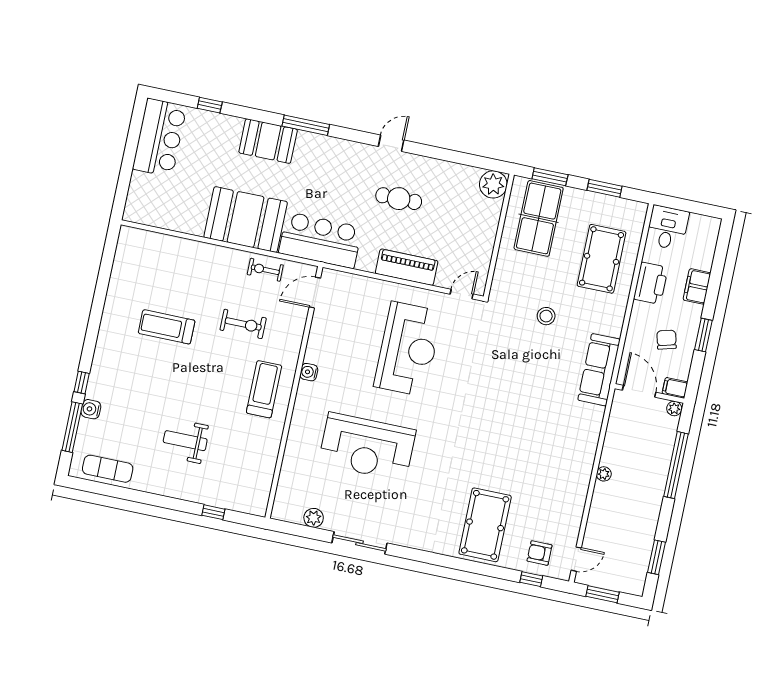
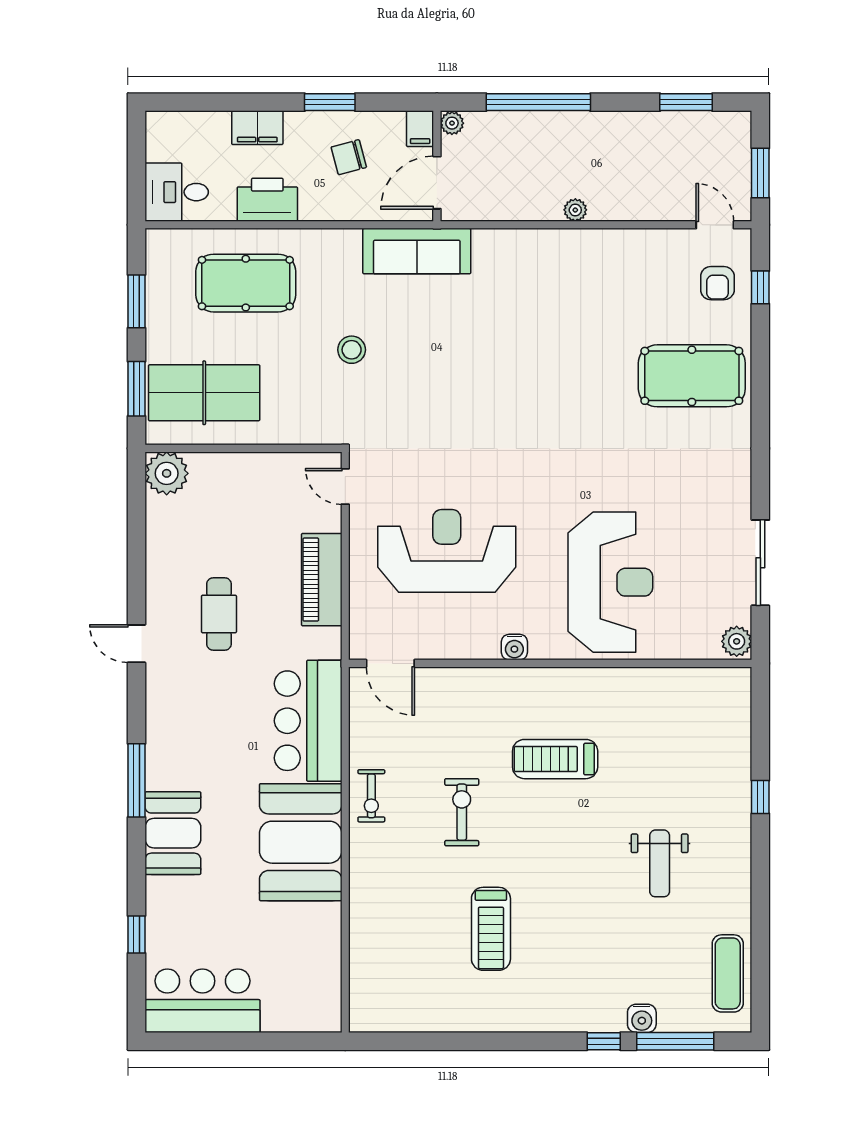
door: (315, 293) -> (390, 663), moved
water cooler: (309, 372) -> (514, 647), moved
wall: (294, 392) -> (550, 663), moved

